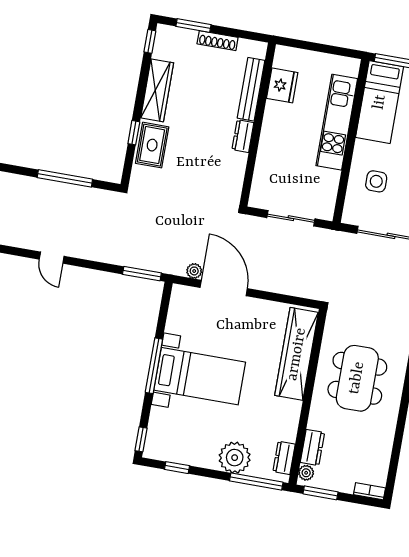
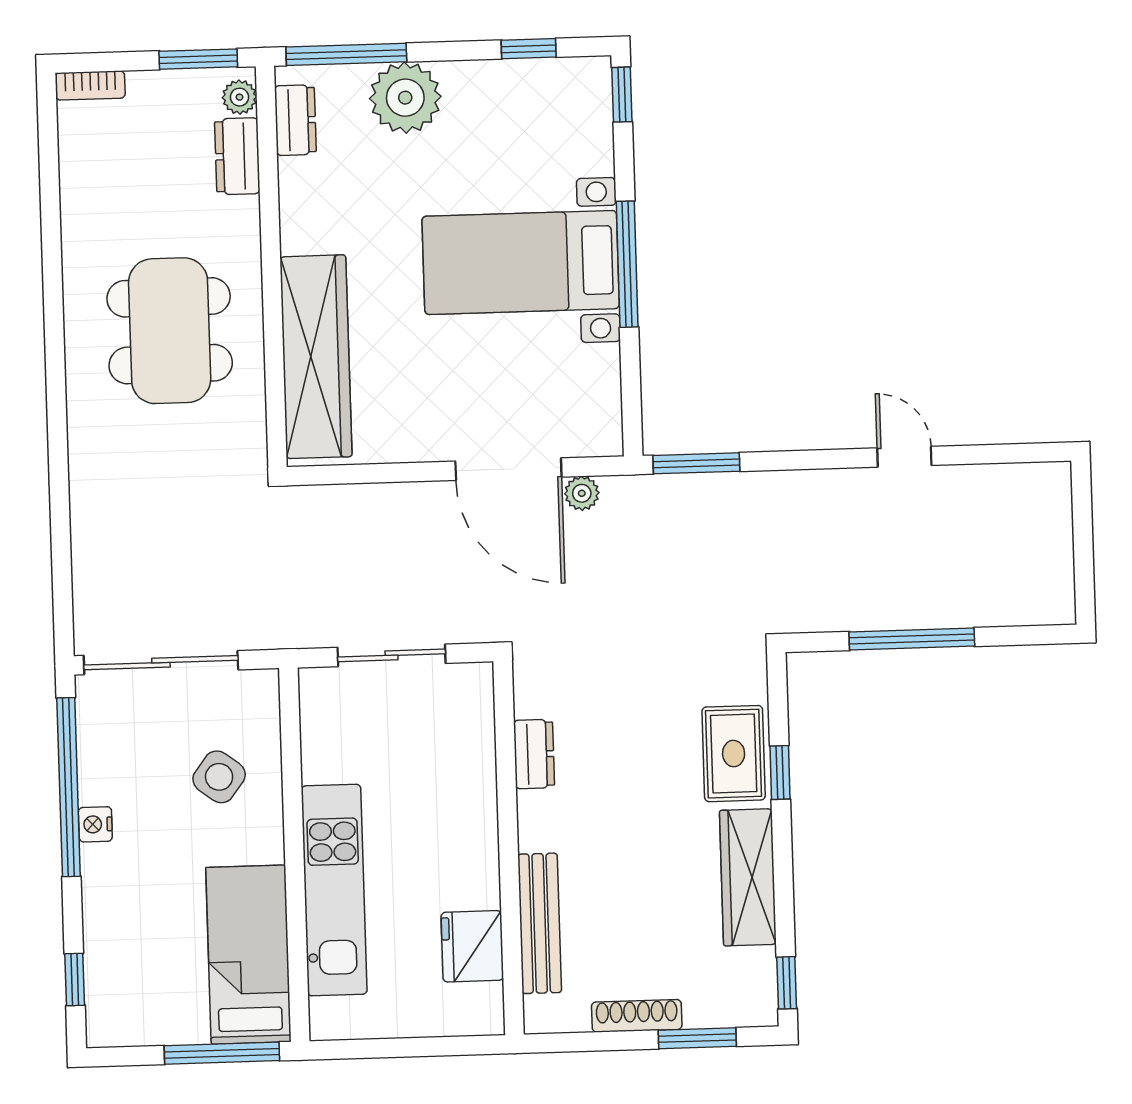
dresser: (243, 136) -> (534, 754), moved
side table: (376, 181) -> (219, 777), turned 37

